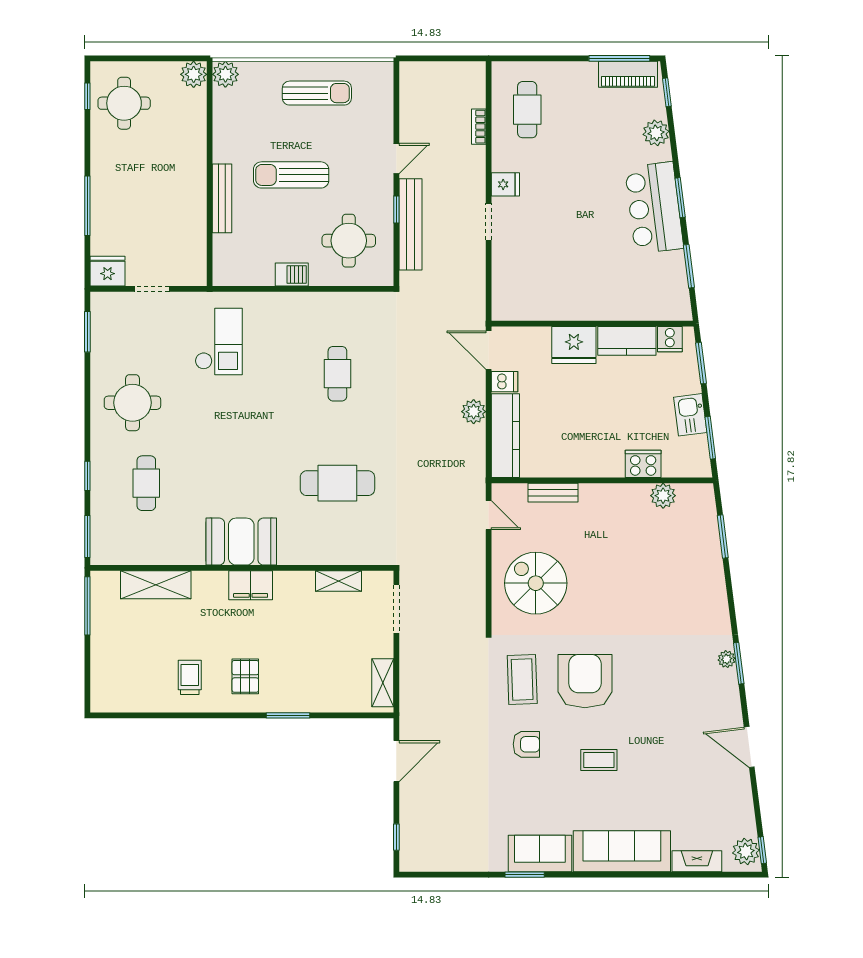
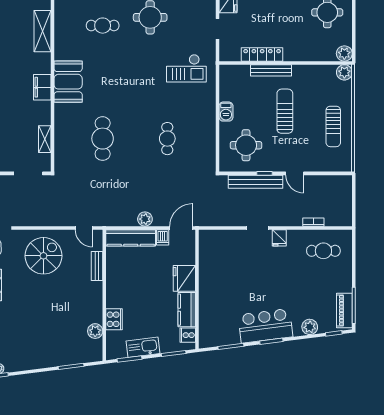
locker: (195, 213) -> (262, 55), added
cafe table: (337, 374) -> (167, 139), turned 90
kitchen sink: (690, 415) -> (143, 347), width x1.38
door: (489, 515) -> (84, 228), hinge flipped

